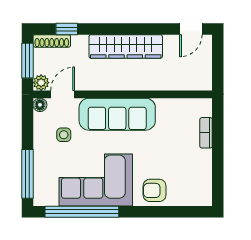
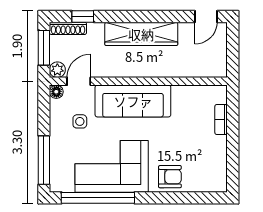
armchair: (155, 190) -> (170, 177), turned 180

